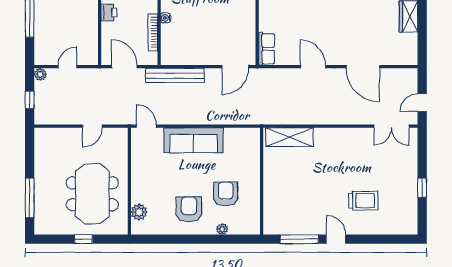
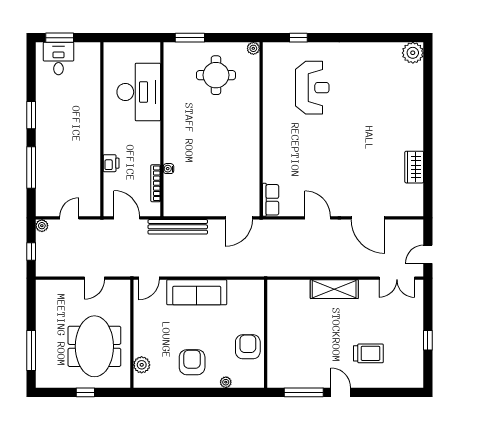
door: (146, 126) -> (149, 278), swing flipped
shelving: (289, 137) -> (334, 289), moved
armchair: (226, 194) -> (248, 347), moved

